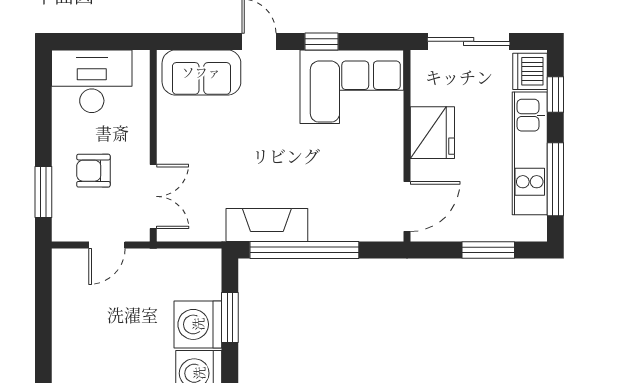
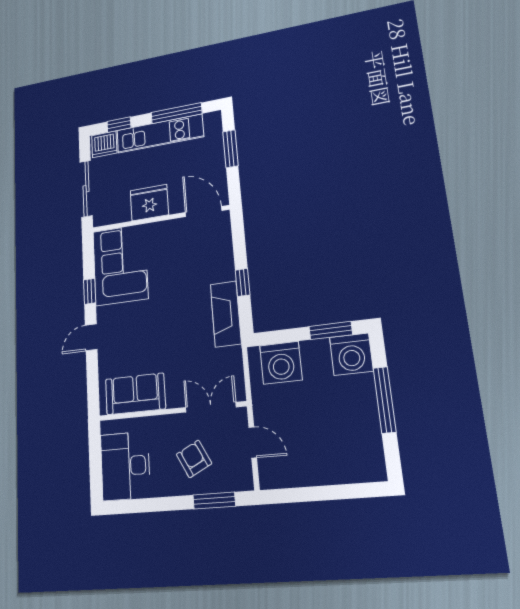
sofa: (201, 72) -> (135, 394), moved, turned -90
armchair: (93, 171) -> (194, 459), turned 153
window: (304, 250) -> (243, 282), width x0.32
window: (230, 318) -> (331, 331), moved
washing machine: (198, 324) -> (281, 363), moved

